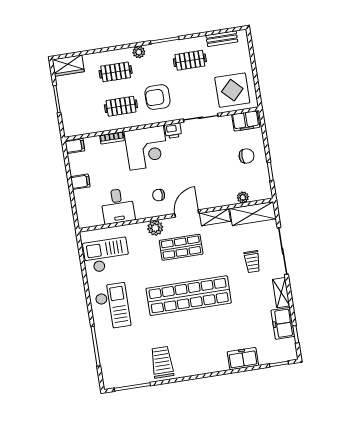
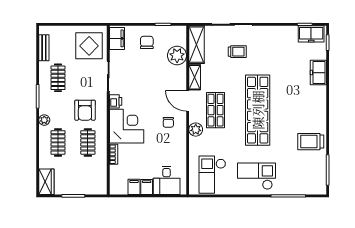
filing cabinet: (75, 146) -> (134, 187), moved
plant: (243, 197) -> (177, 56), width x1.88, depth x1.88
desk: (118, 206) -> (167, 180), moved, turned 90
shelving: (281, 293) -> (267, 31), removed
freezer: (283, 323) -> (311, 34), moved

